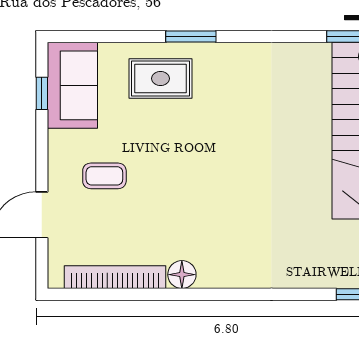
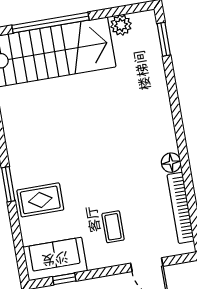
rug: (161, 79) -> (40, 200), turned 90

